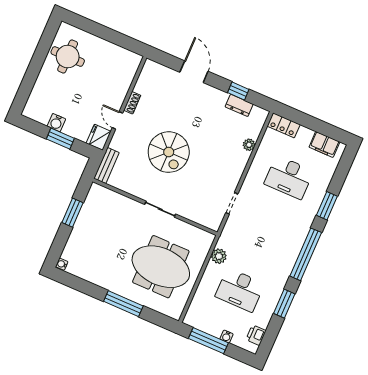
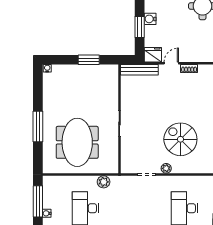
plant: (249, 145) -> (166, 168), moved
spiral stairs: (169, 152) -> (180, 139), moved, turned 90
bench: (106, 166) -> (139, 70), width x1.36

